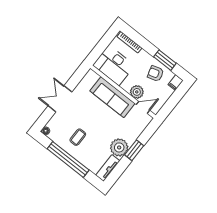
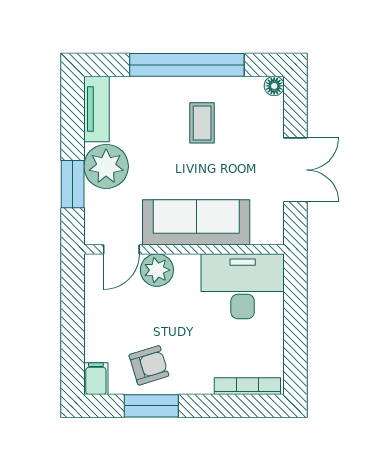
desk: (114, 65) -> (243, 286), moved
wall: (123, 92) -> (184, 249), moved
plant: (137, 92) -> (157, 270), moved
sofa: (112, 97) -> (196, 222), moved
door: (143, 107) -> (121, 249), moved

